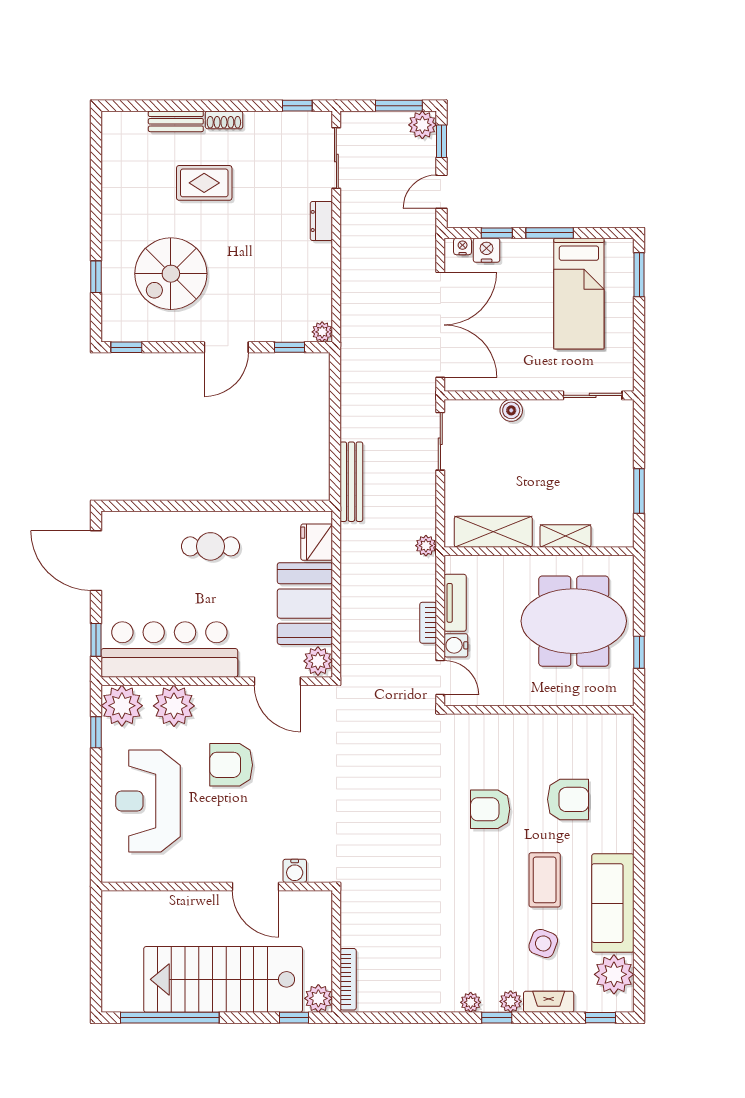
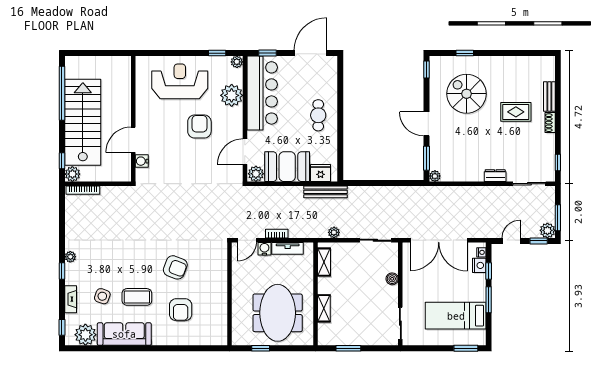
rug: (204, 183) -> (516, 112), turned 90
door: (442, 192) -> (511, 241), hinge flipped
window: (290, 347) -> (426, 158), width x1.50
bench: (351, 482) -> (326, 192), moved
shelving: (493, 532) -> (324, 262), width x0.67, depth x0.75
plant: (426, 546) -> (334, 232), moved
plant: (122, 706) -> (237, 62), width x0.53, depth x0.53
armchair: (490, 809) -> (175, 267), turned 111
plant: (511, 1001) -> (71, 278), removed

